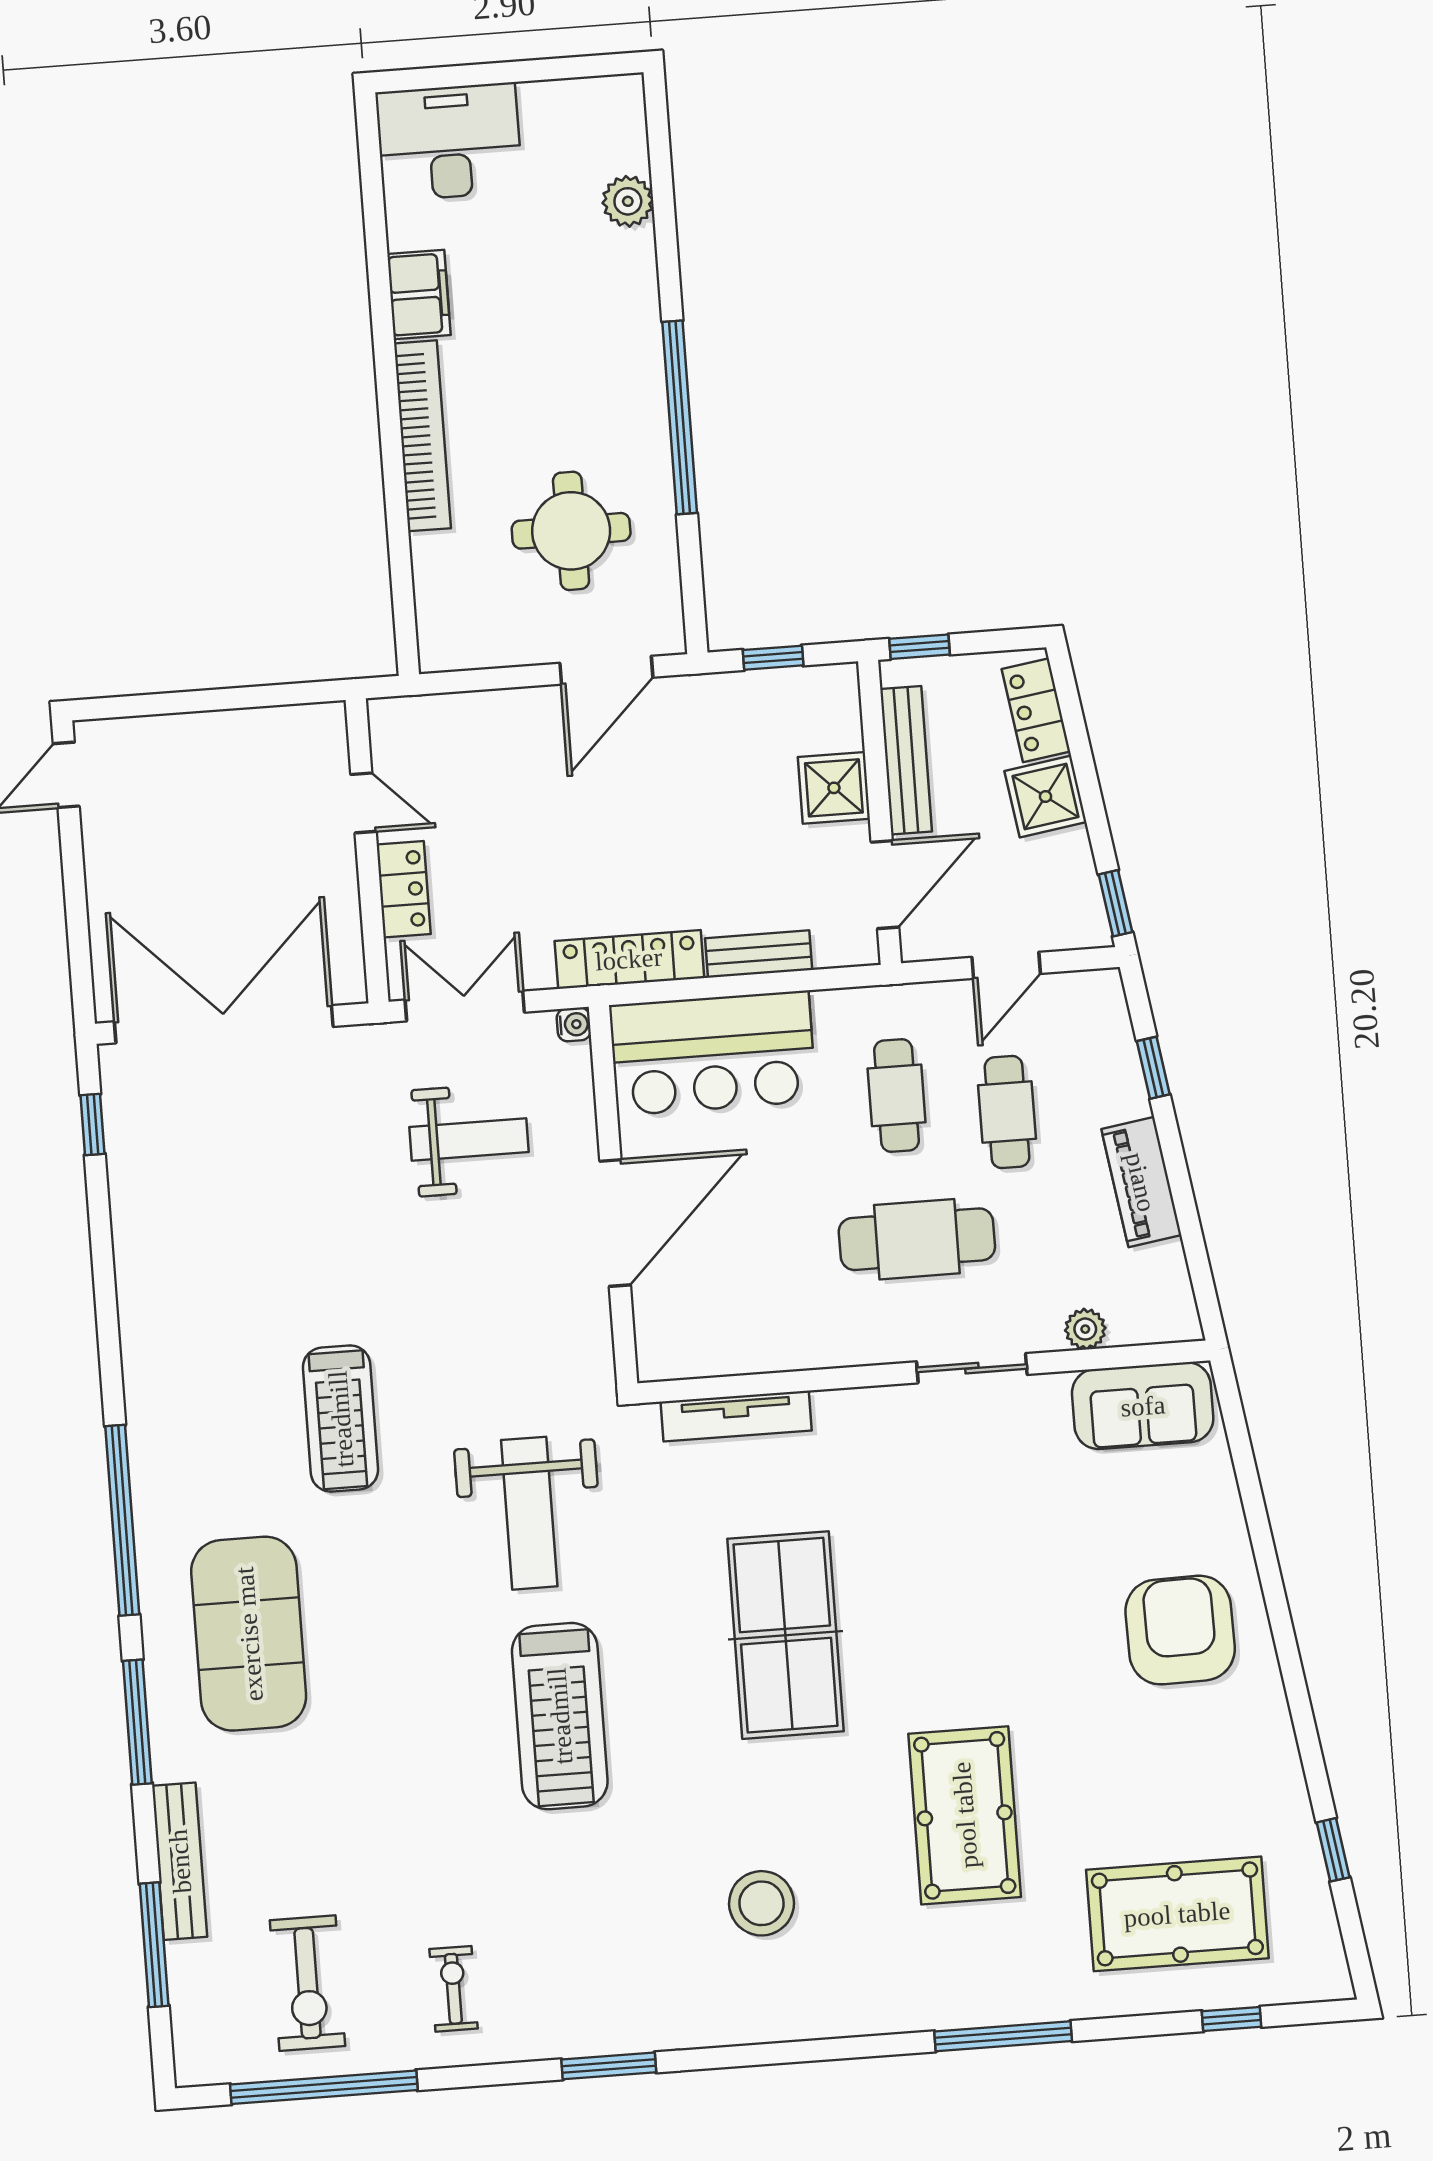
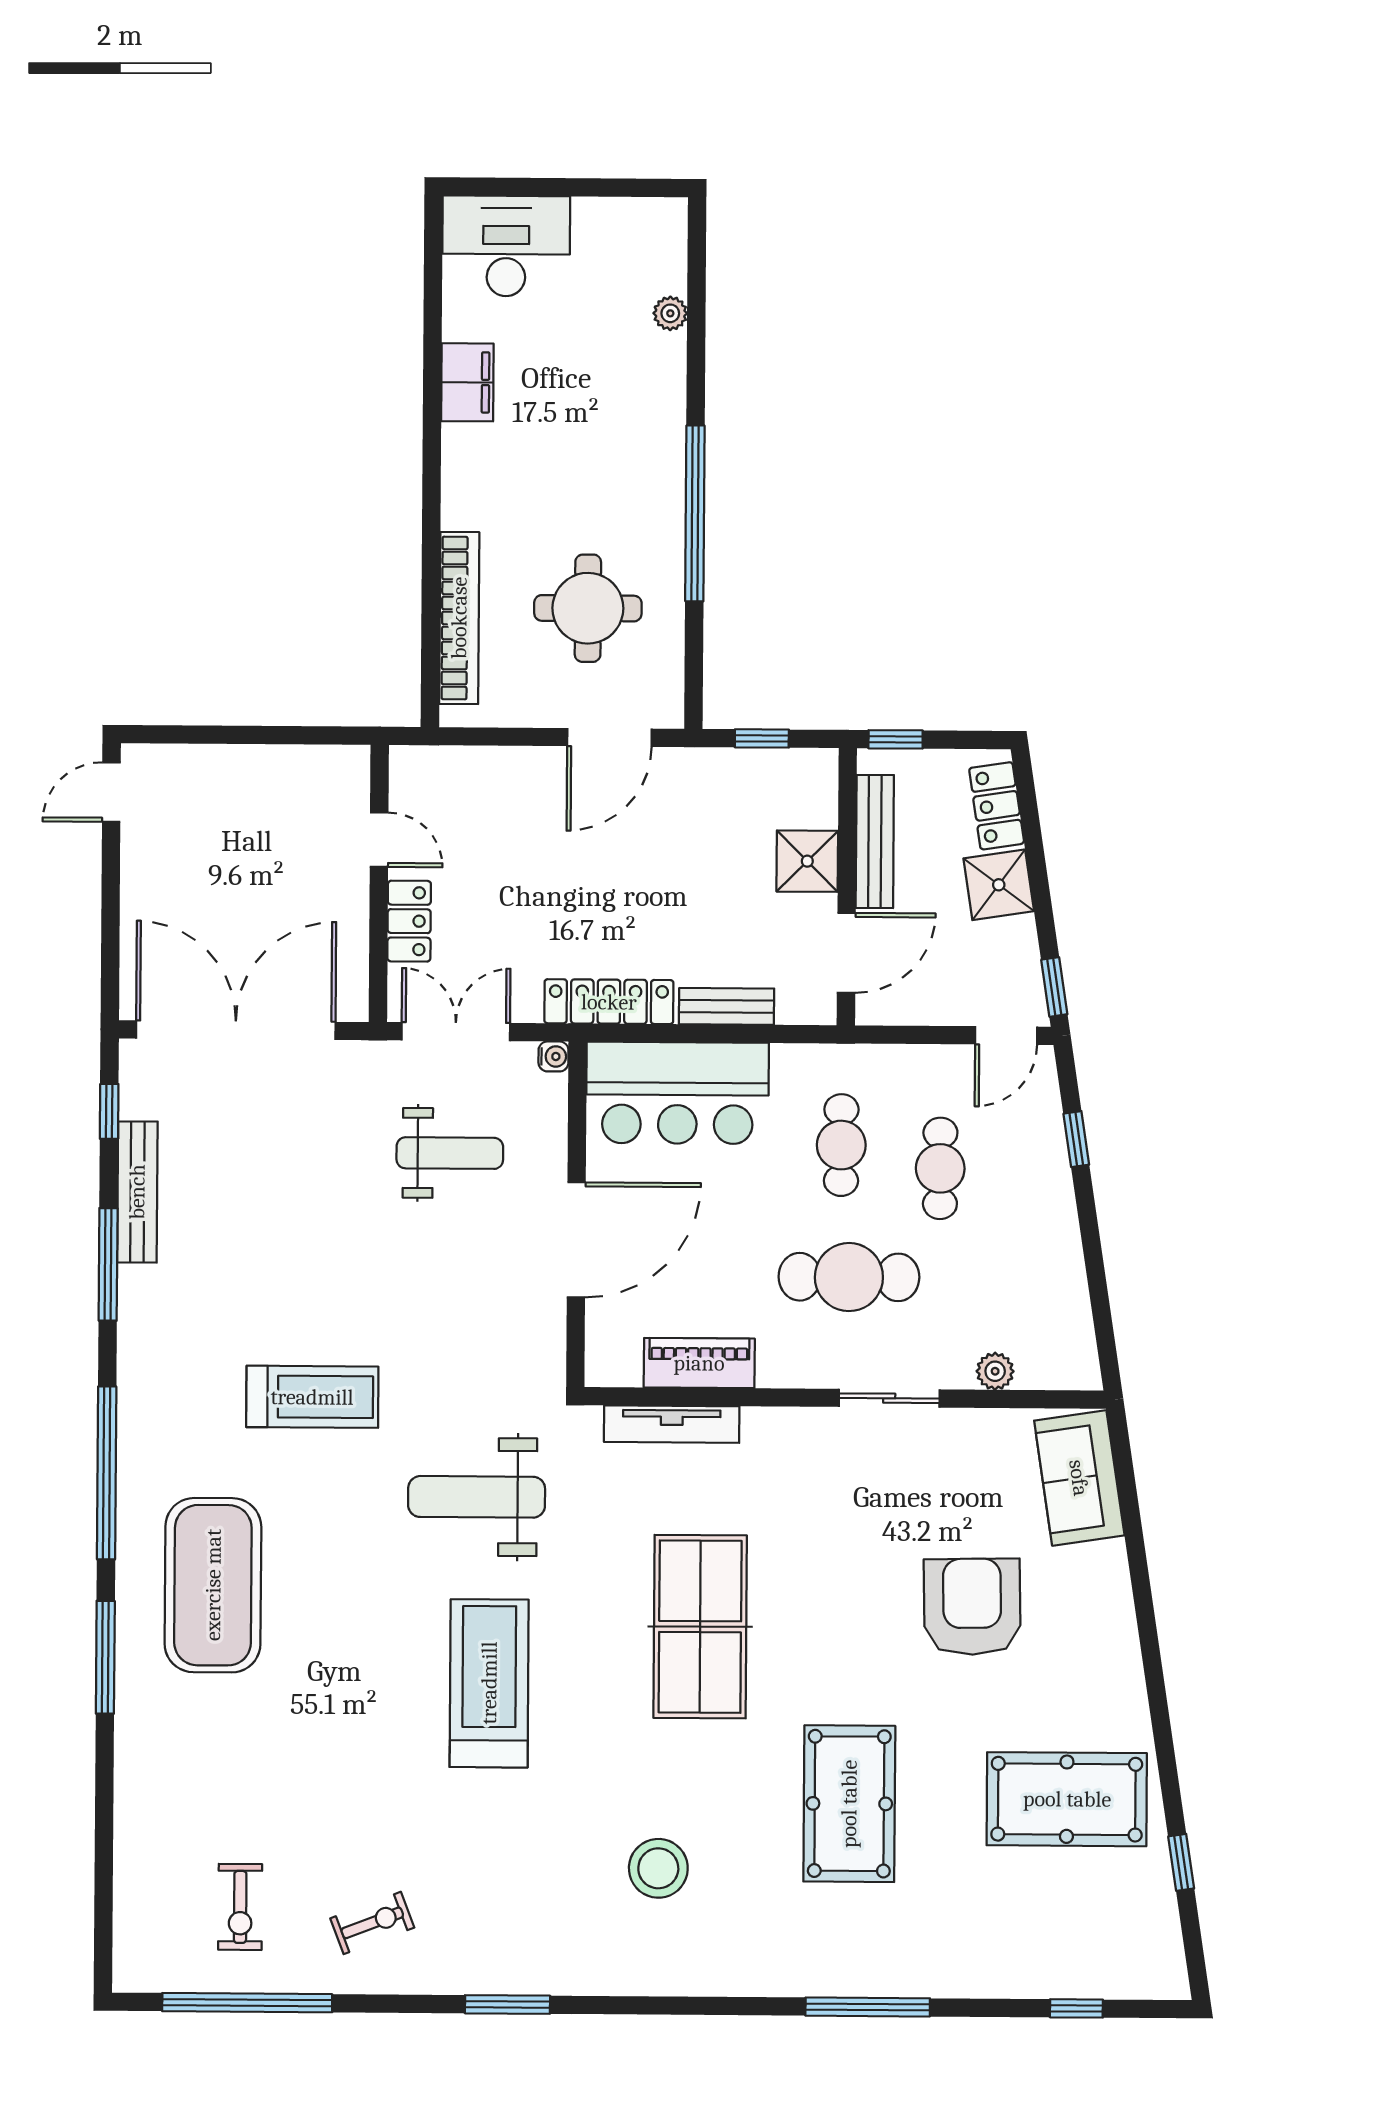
plant: (628, 201) -> (670, 313), width x0.73, depth x0.73
bookcase: (422, 436) -> (459, 618), moved
door: (1006, 965) -> (1006, 1036), moved
piano: (1141, 1182) -> (699, 1363), moved, turned 99
sofa: (1143, 1406) -> (1079, 1478), moved, turned 81
treadmill: (341, 1419) -> (312, 1397), turned -90
weight bench: (529, 1513) -> (477, 1497), turned 90
armchair: (1180, 1630) -> (972, 1607), moved
treadmill: (560, 1716) -> (489, 1683), turned 180
bench: (180, 1861) -> (137, 1192), moved
pool table: (1177, 1914) -> (1067, 1799), moved
window: (154, 1945) -> (108, 1264), moved
exercise bike: (307, 1983) -> (240, 1907), width x0.73, depth x0.72
exercise bike: (453, 1989) -> (372, 1923), turned 69

